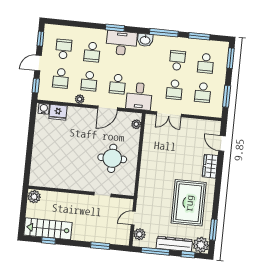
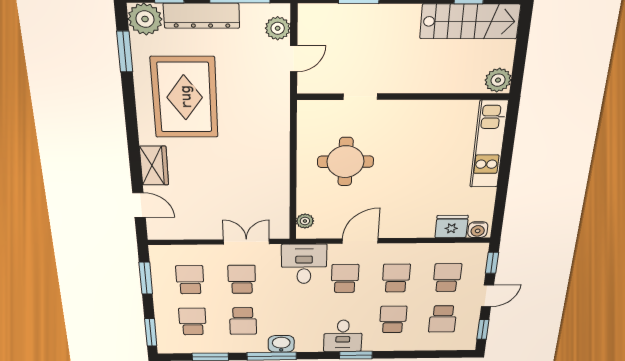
washbasin: (145, 40) -> (281, 344), moved
desk: (121, 43) -> (343, 336), width x0.73
plant: (80, 99) -> (412, 250), removed
kitchen unit: (38, 161) -> (489, 144), added

